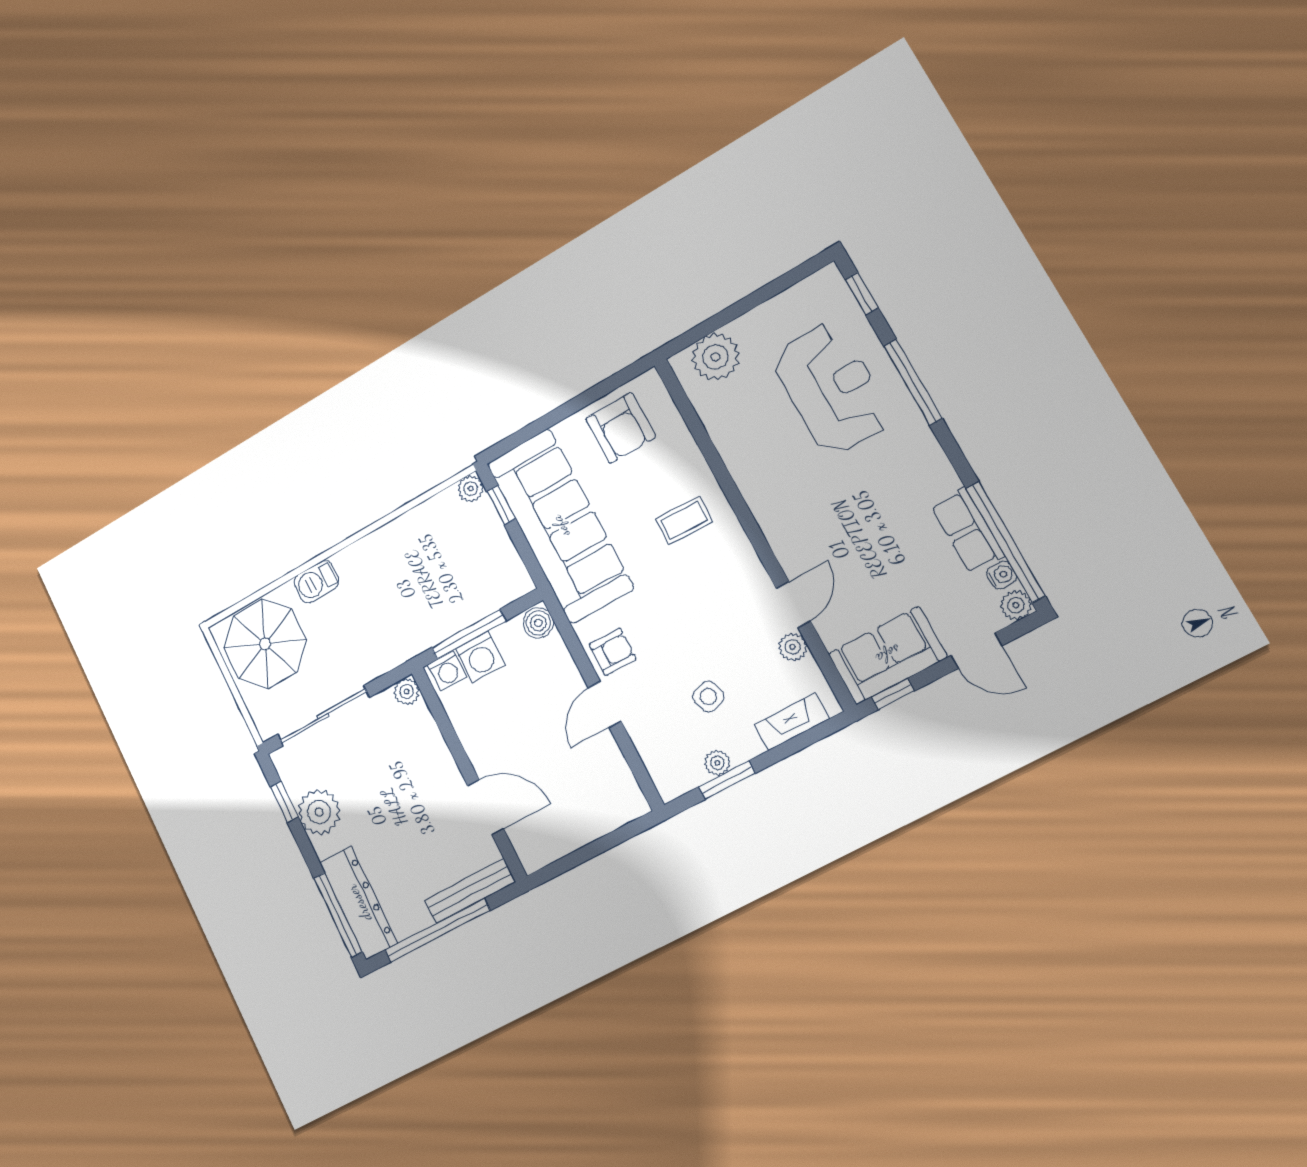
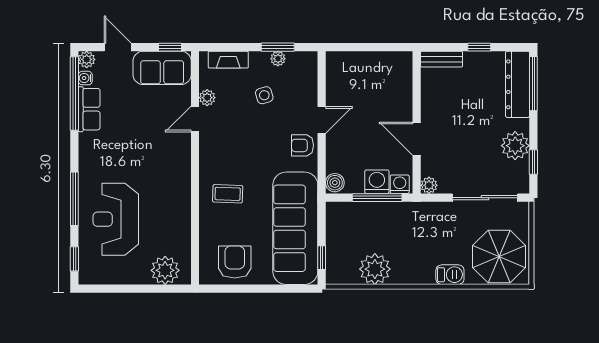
plant: (471, 489) -> (375, 269), moved, width x1.87, depth x1.87
door: (486, 807) -> (417, 139), moved
bench: (470, 891) -> (442, 59), width x0.73
window: (437, 930) -> (479, 47), width x0.32

